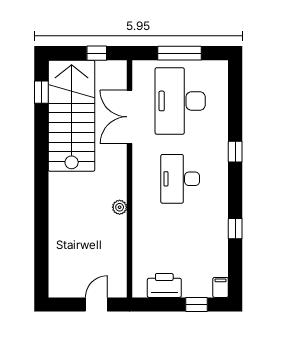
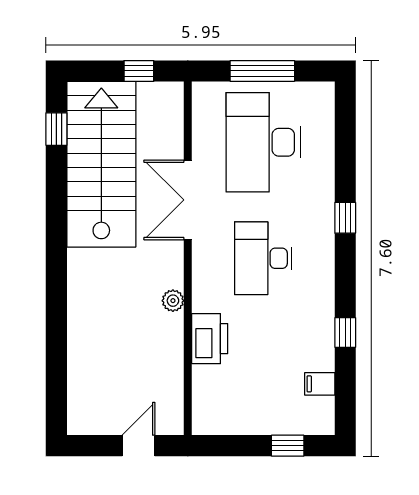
double door: (130, 117) -> (188, 200), moved
printer: (164, 285) -> (210, 339), moved, turned 90
filing cabinet: (221, 287) -> (320, 384), moved, turned -90

